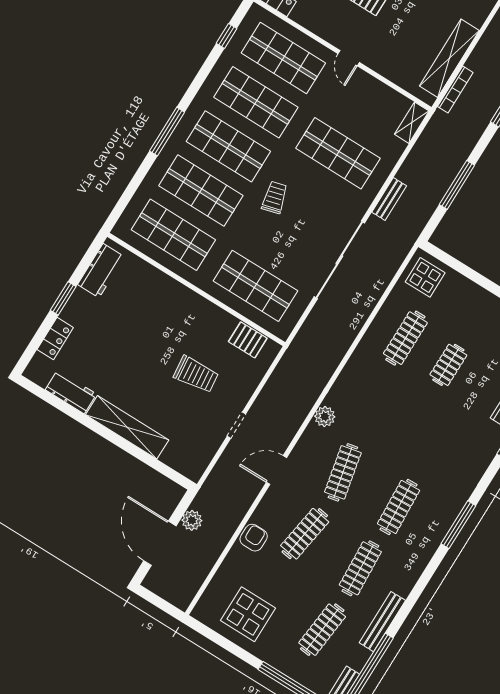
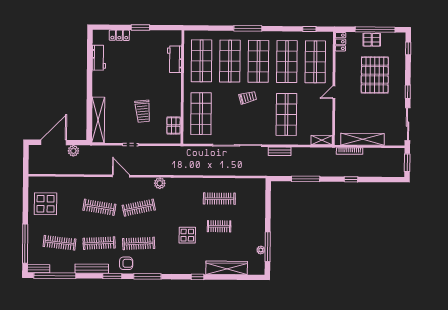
workbench: (101, 271) -> (174, 59), moved, turned 90
display table: (425, 277) -> (187, 235), moved
shelving: (127, 427) -> (98, 120), moved
armchair: (254, 538) -> (126, 263), moved
window: (425, 579) -> (112, 276), added
bench: (382, 622) -> (92, 269), moved

